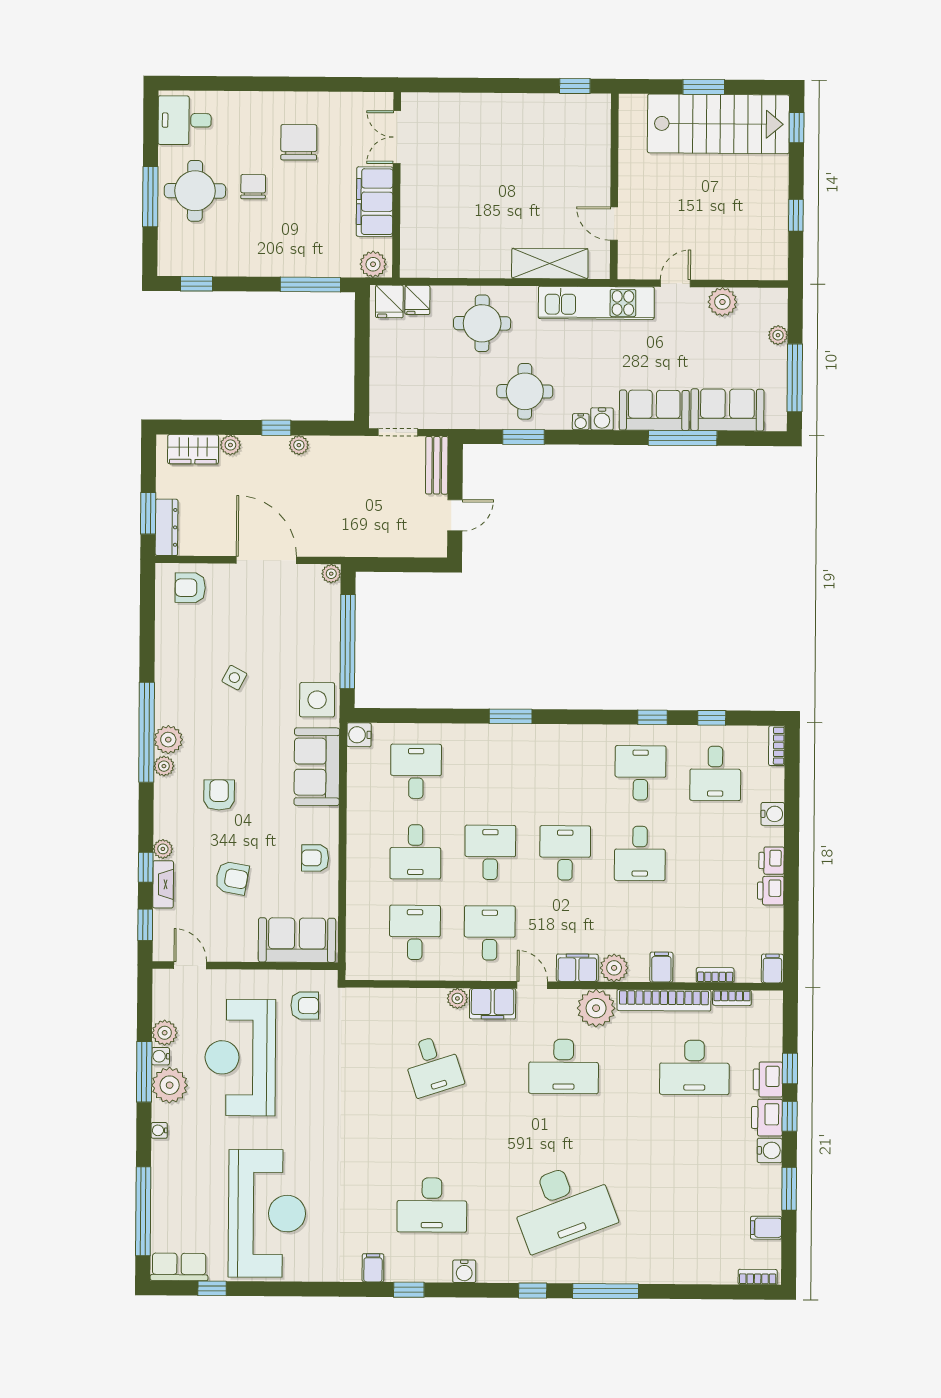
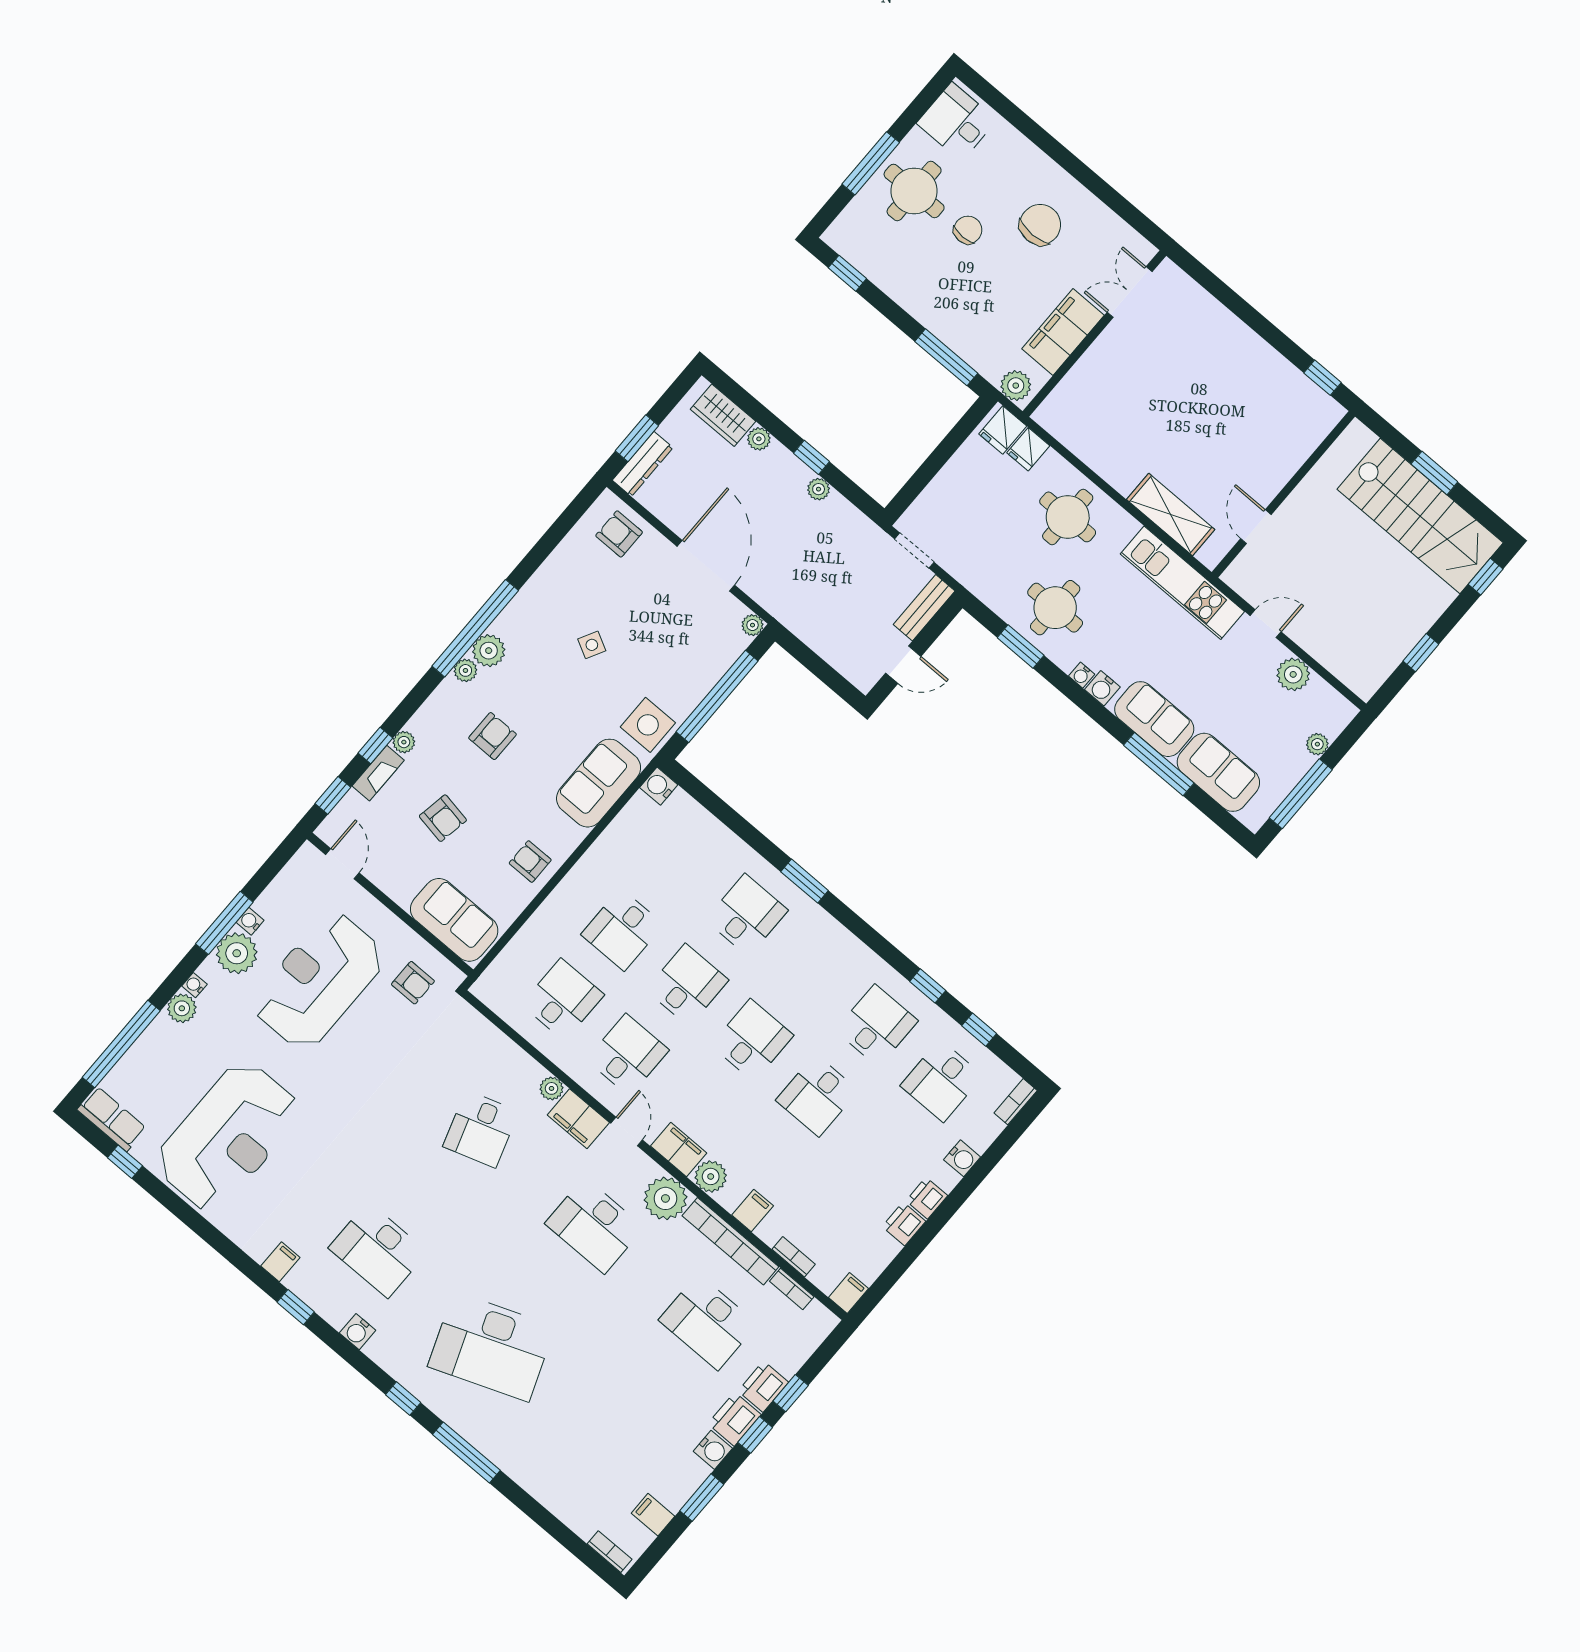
desk: (416, 771) -> (747, 915), moved
plant: (165, 1033) -> (182, 1008), moved

